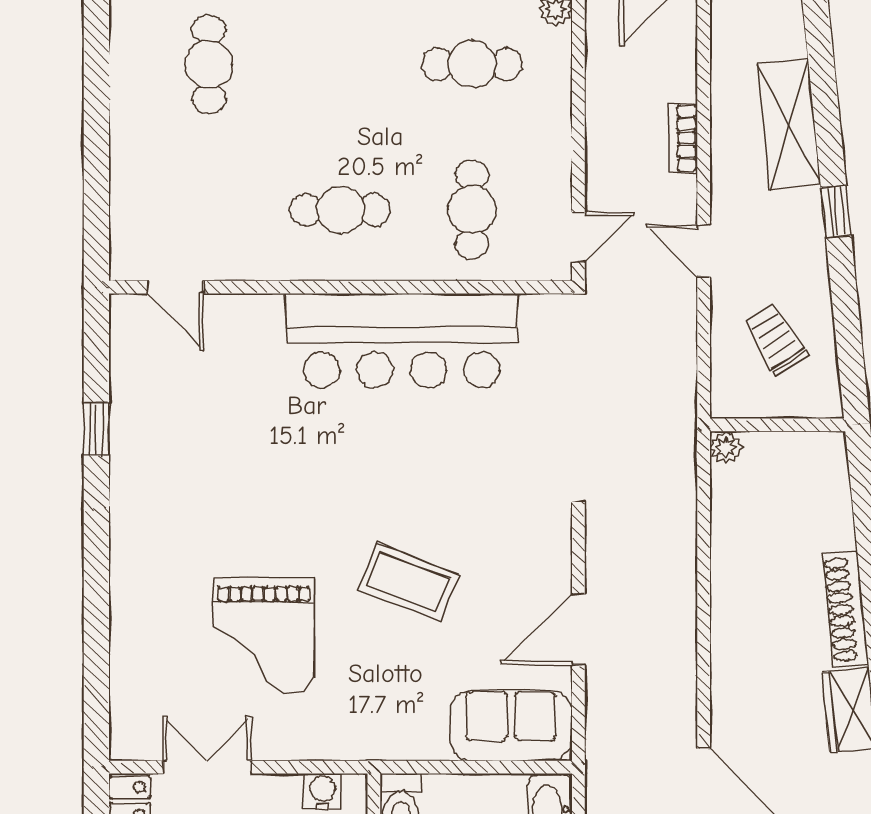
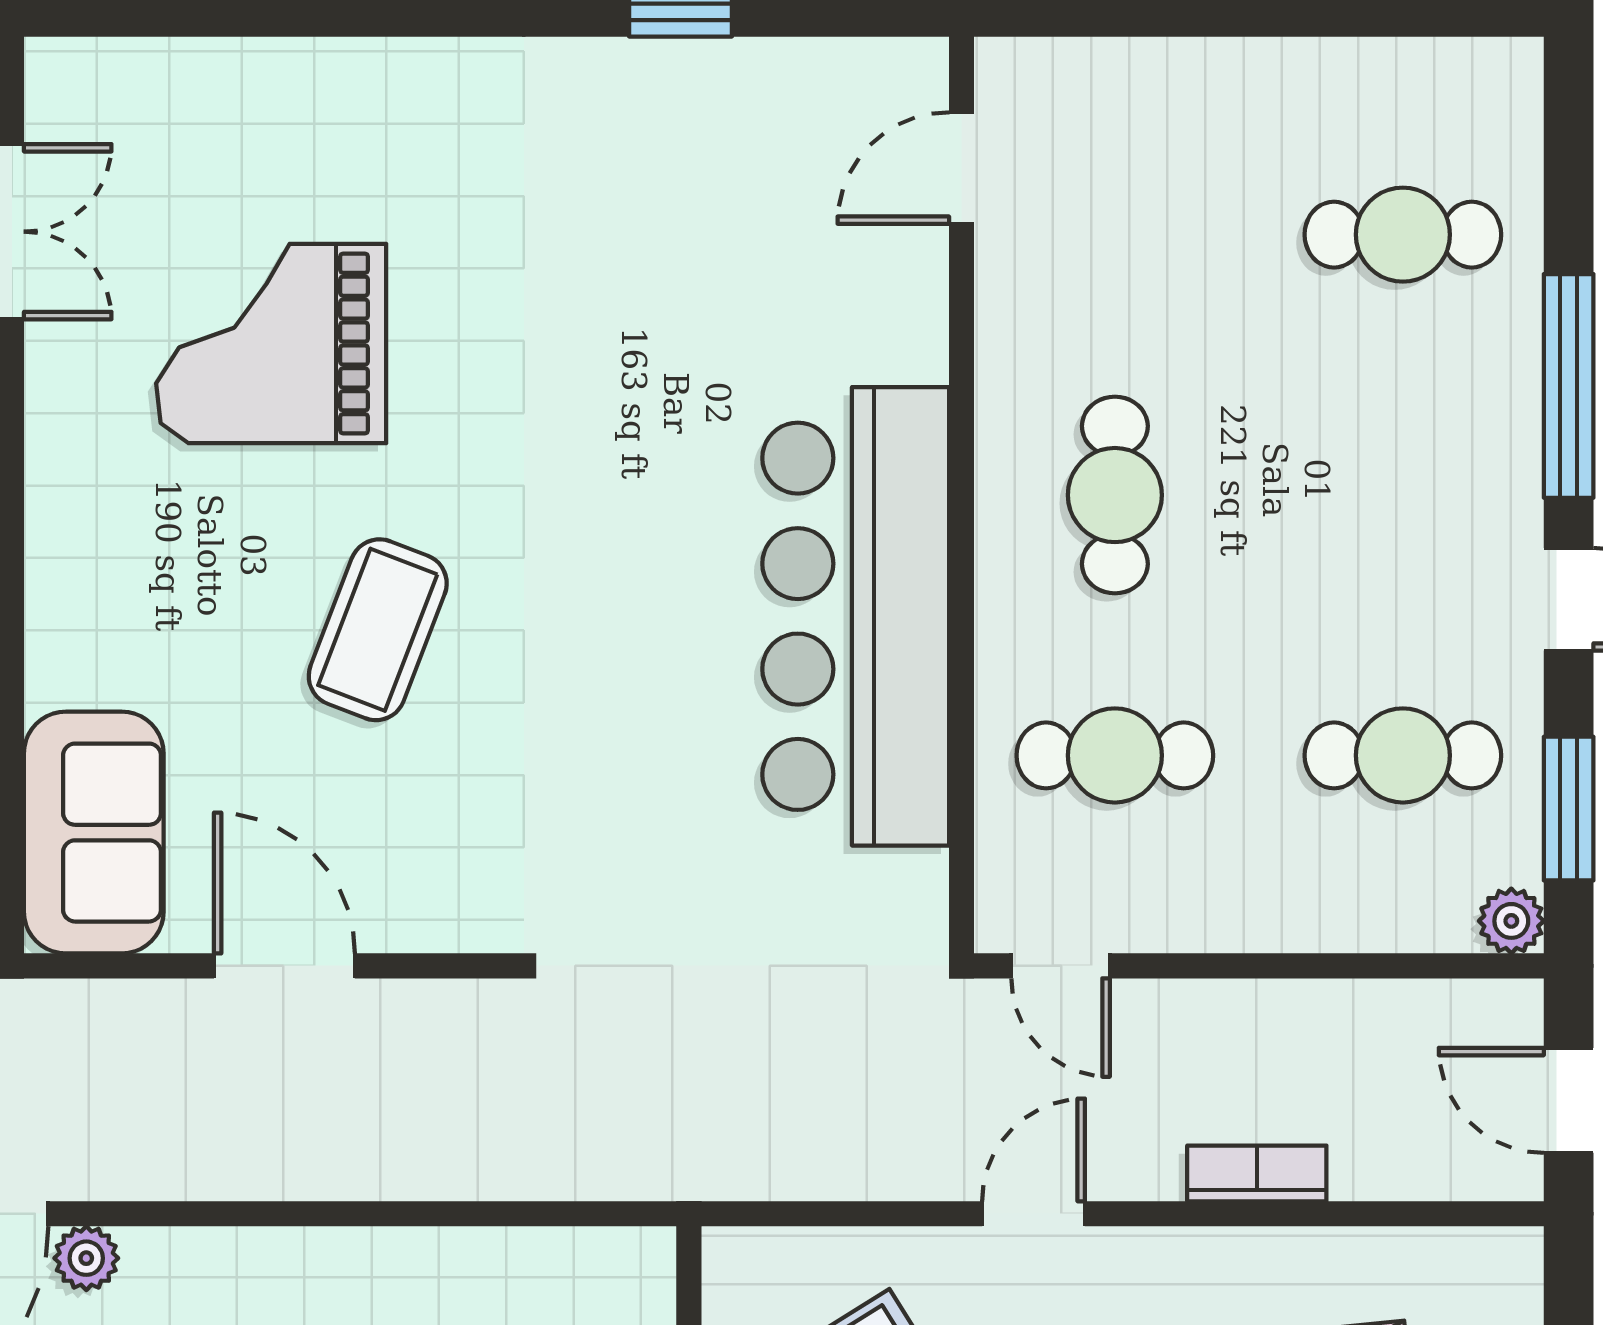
cafe table: (472, 64) -> (1403, 755), turned 90
plant: (726, 447) -> (86, 1258), moved

